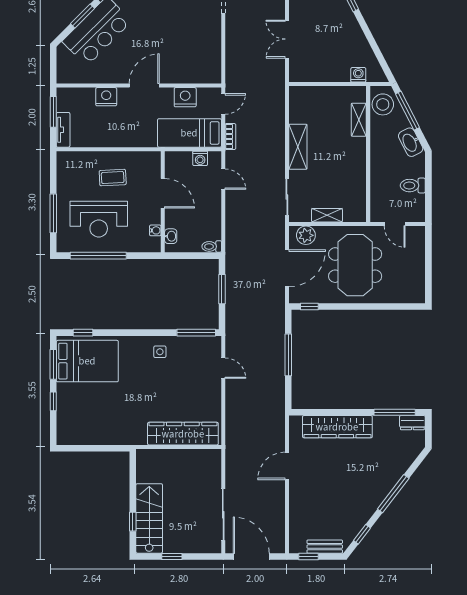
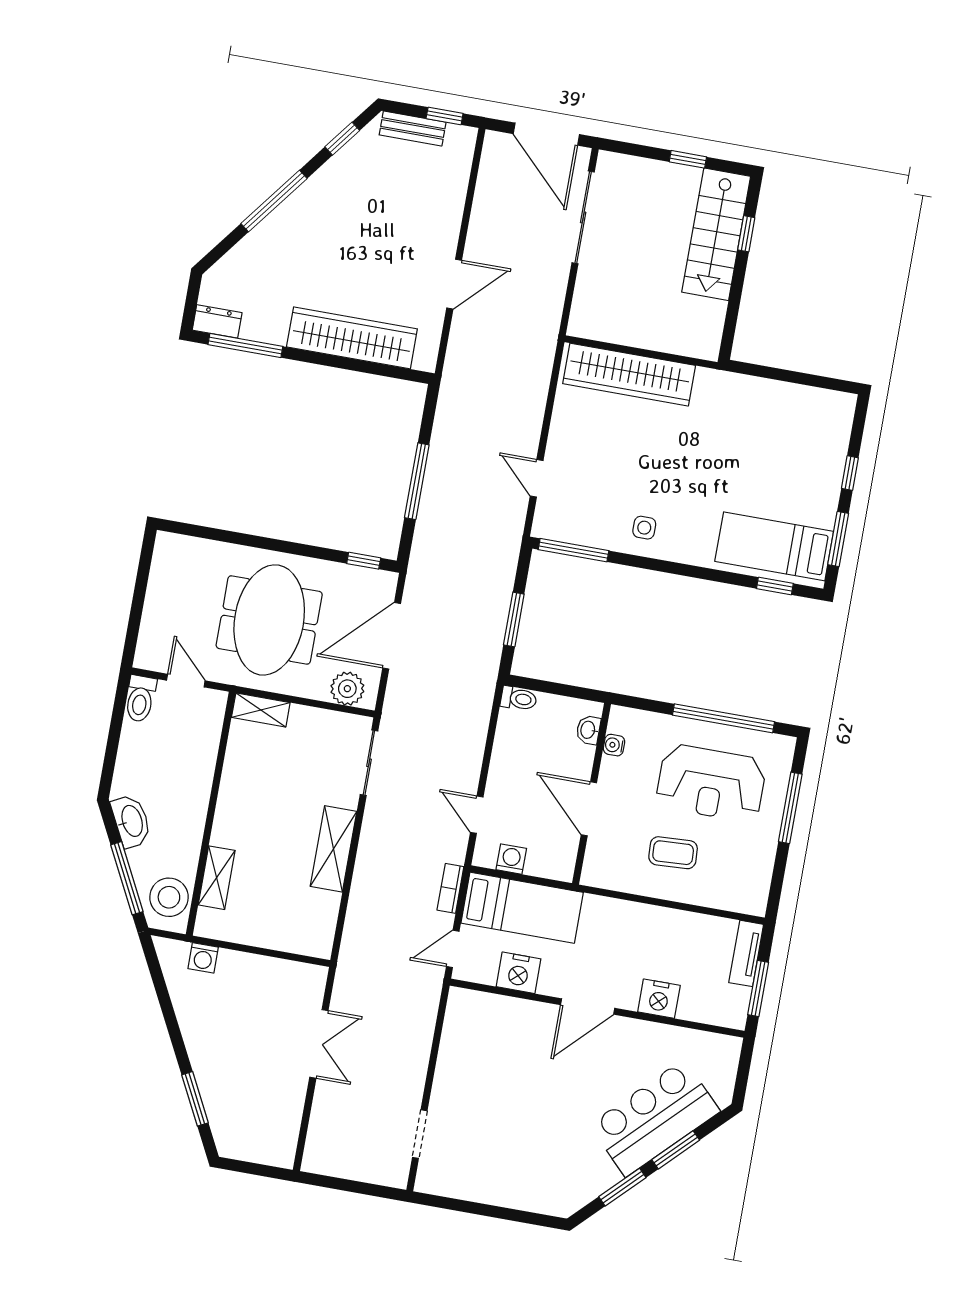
toilet: (413, 186) -> (140, 699), moved, turned 90
shelving: (327, 215) -> (261, 710), moved
reception desk: (99, 219) -> (711, 783), turned 180
bed: (87, 361) -> (774, 546), width x0.67

